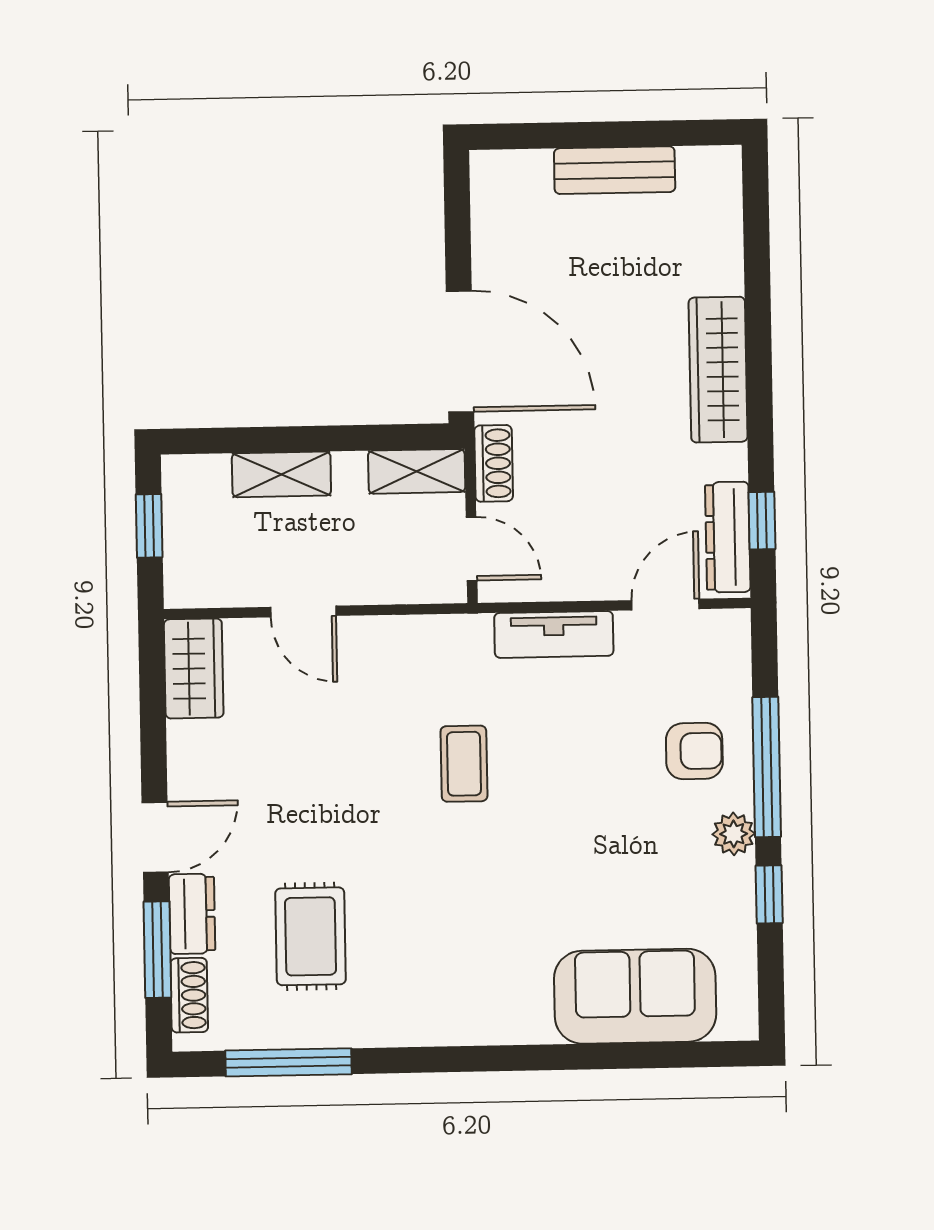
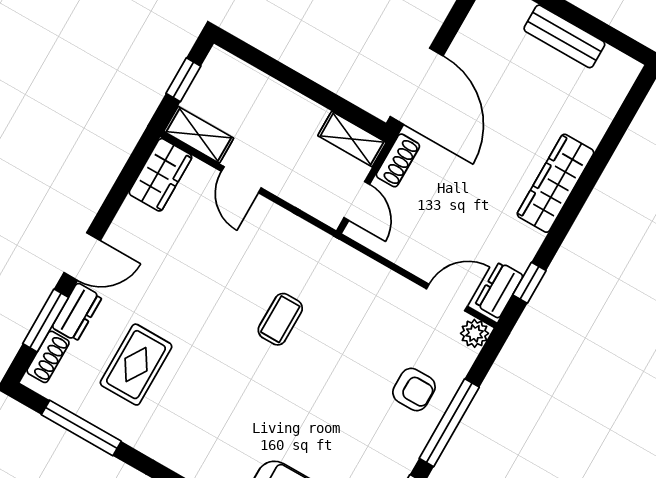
shelving: (281, 474) -> (199, 135), moved
dresser: (728, 537) -> (499, 290), width x0.70
tv unit: (554, 634) -> (374, 277), removed
plant: (734, 834) -> (475, 333), moved

